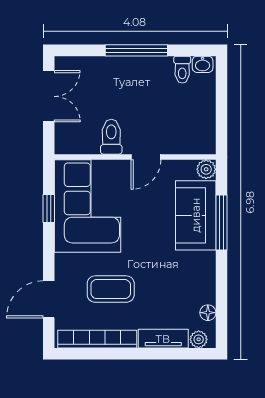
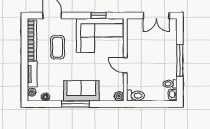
toilet: (111, 137) -> (136, 96), moved
sofa: (196, 215) -> (81, 91), moved
window: (221, 223) -> (75, 104), moved

